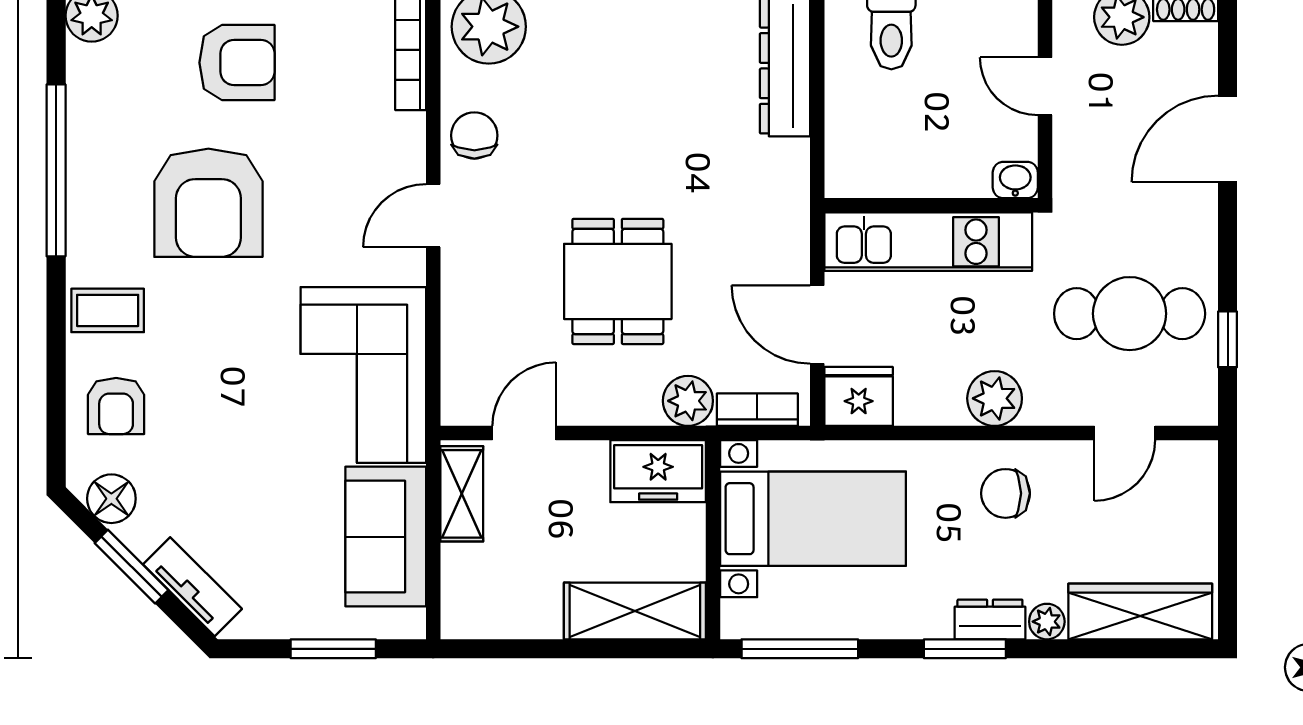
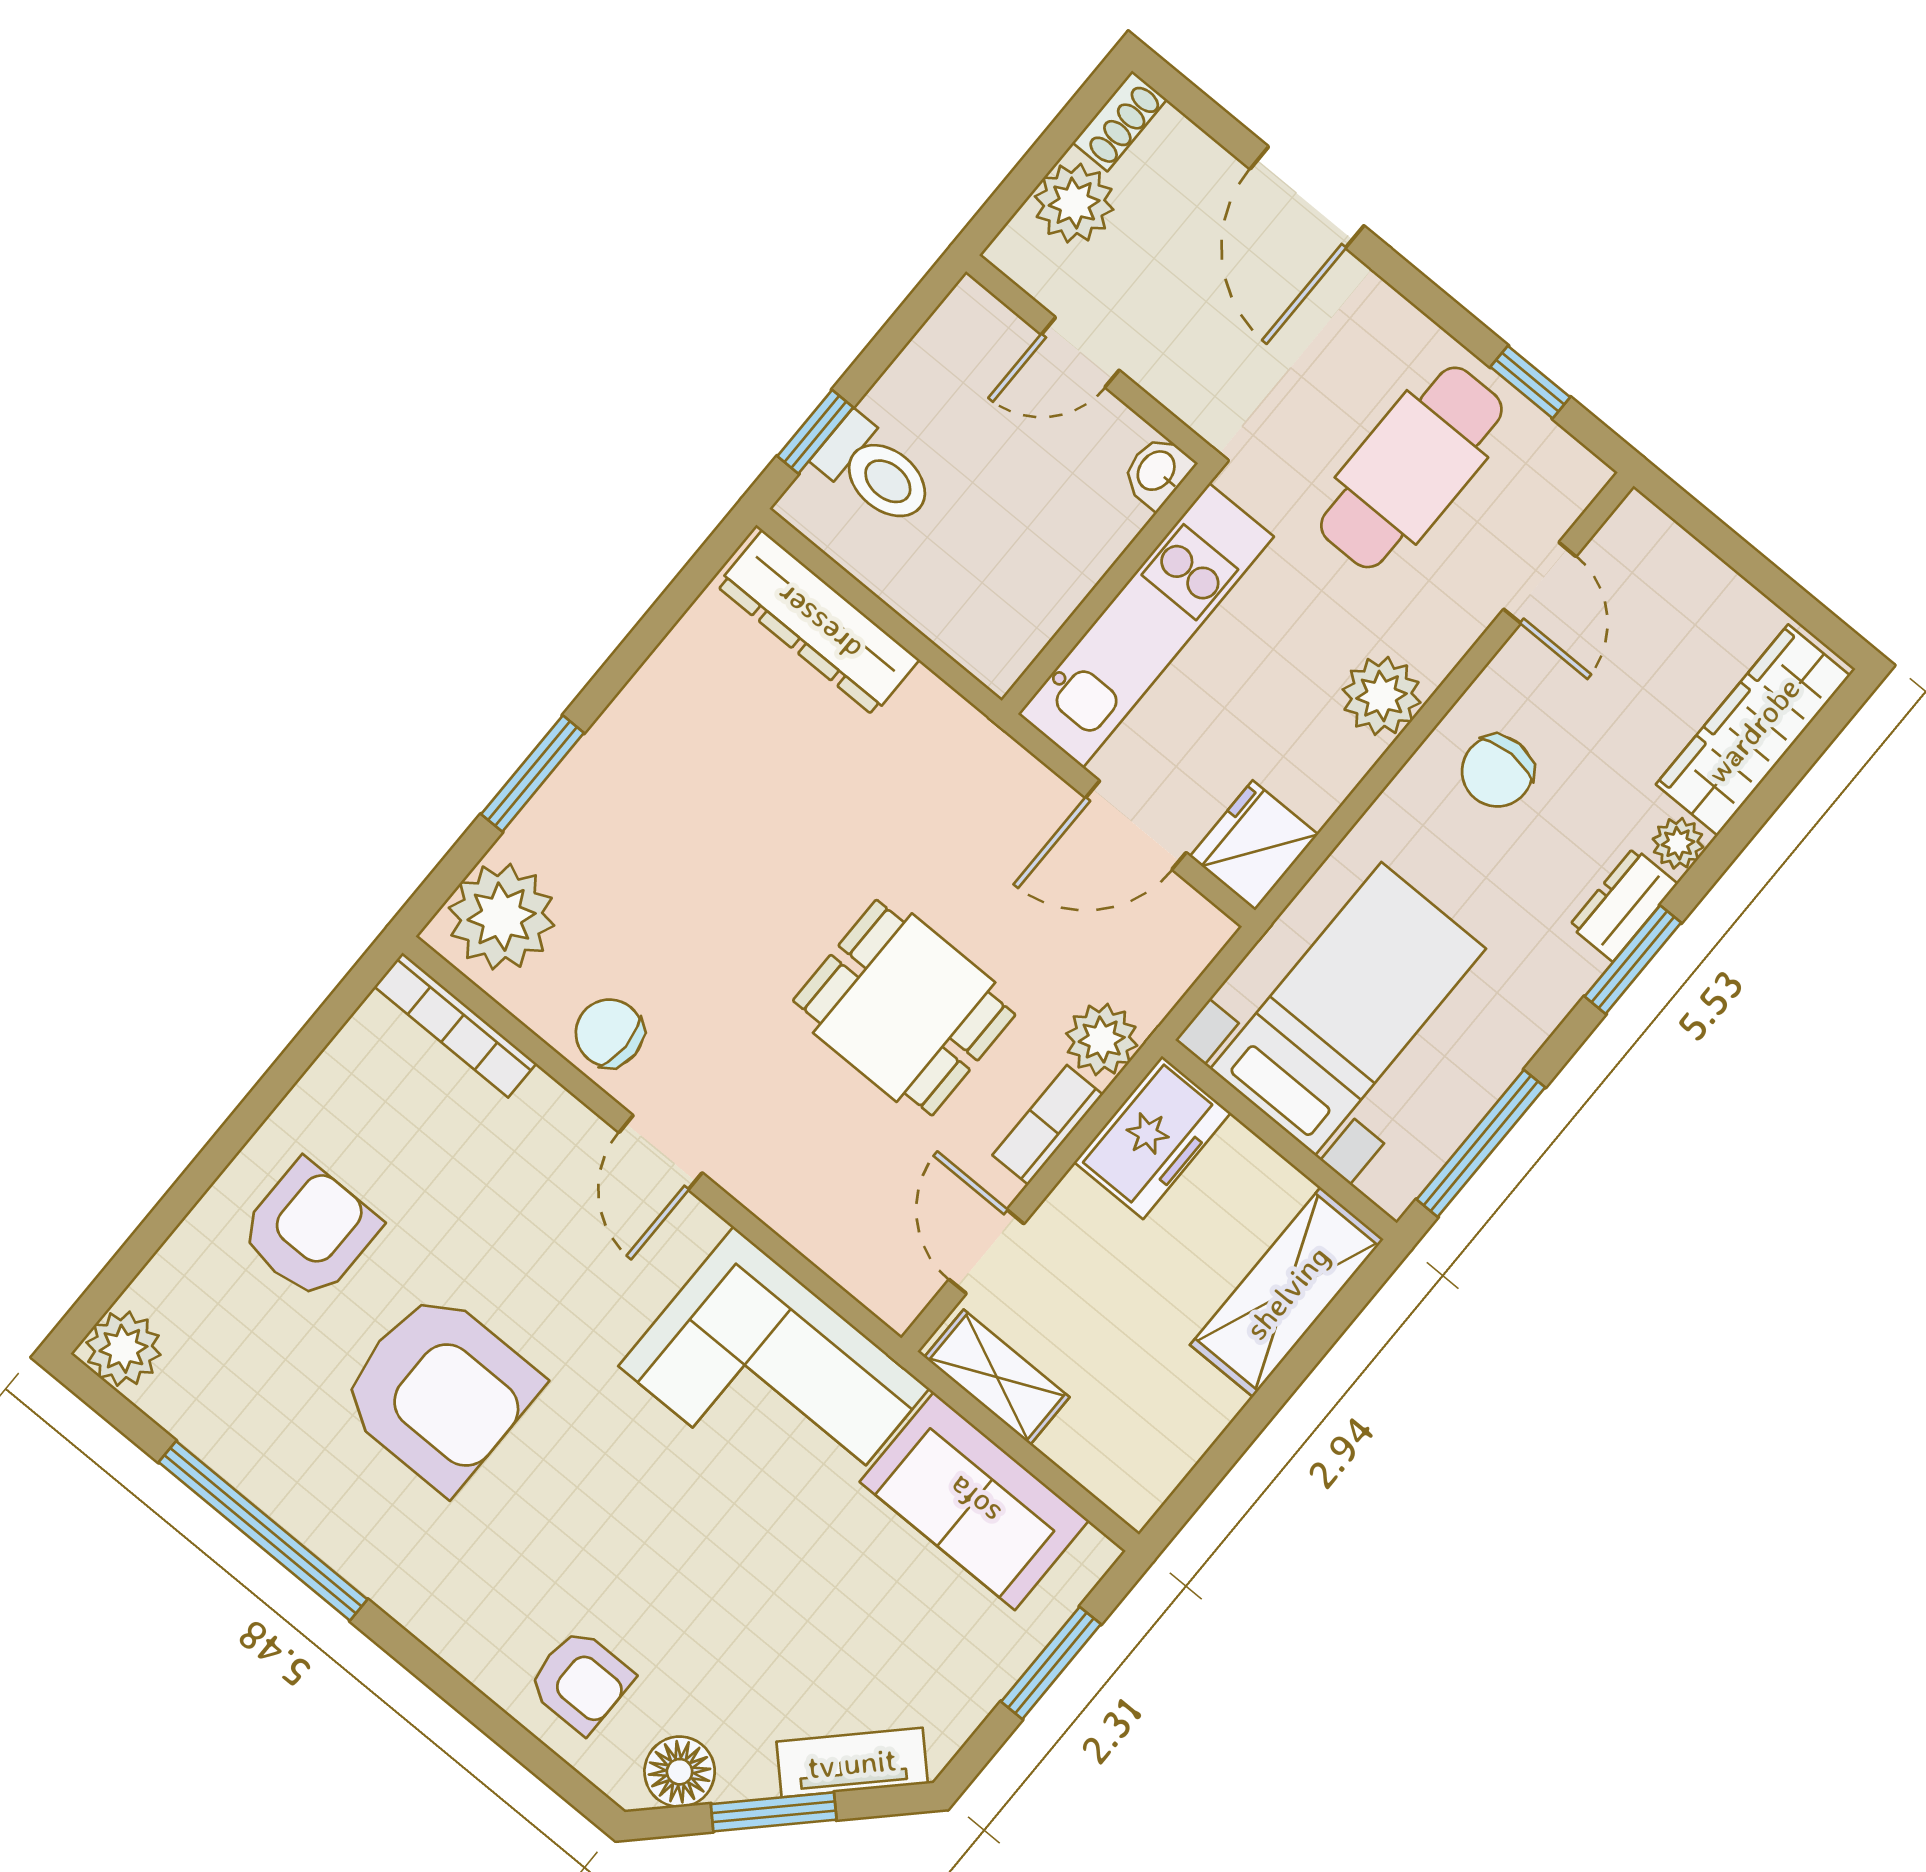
coffee table: (108, 310) -> (466, 1602), removed
bookcase: (757, 410) -> (1048, 1125), moved

